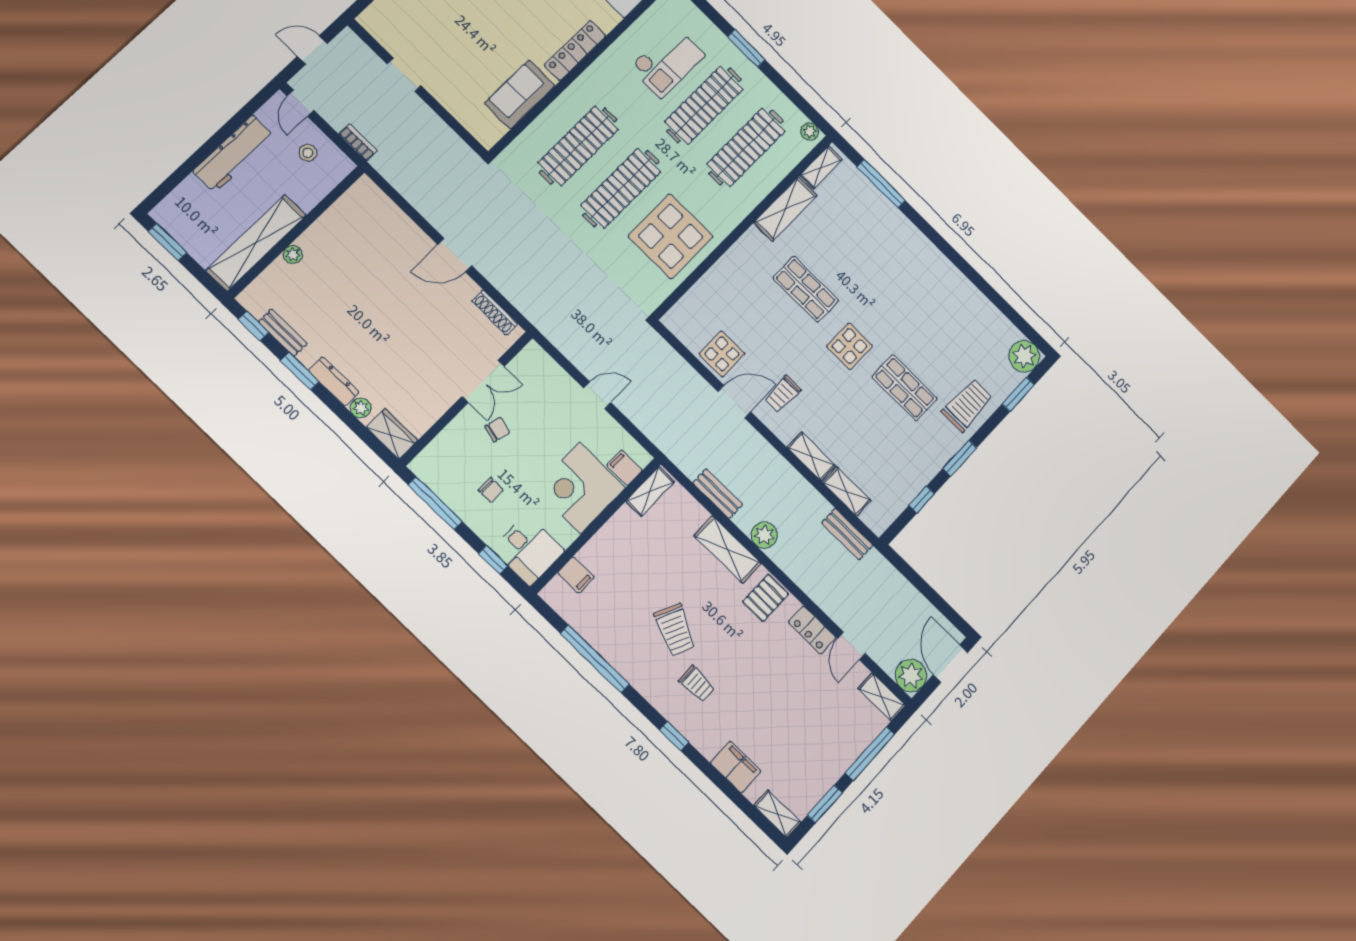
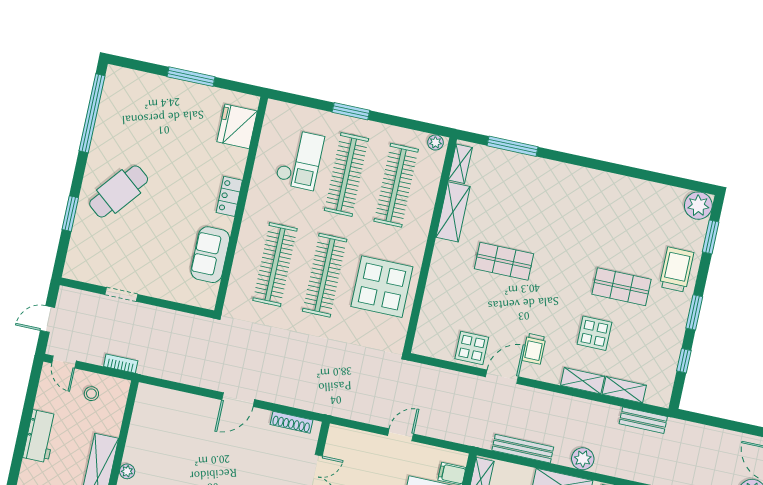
locker: (575, 51) -> (229, 196), width x0.66
workbench: (234, 154) -> (40, 436), width x0.73
display table: (849, 346) -> (594, 333), moved
bench: (718, 494) -> (523, 449), width x1.36

